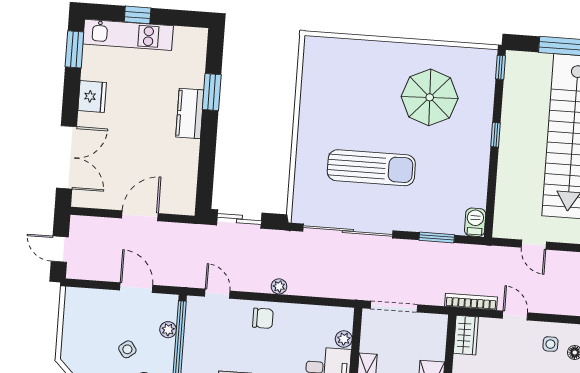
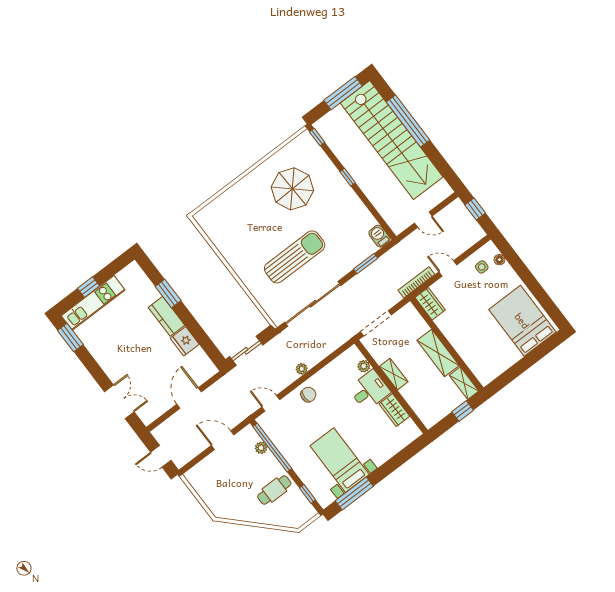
fridge: (92, 97) -> (185, 341), moved, turned 180
double door: (67, 157) -> (119, 402), width x0.73
side table: (127, 349) -> (248, 479), removed

